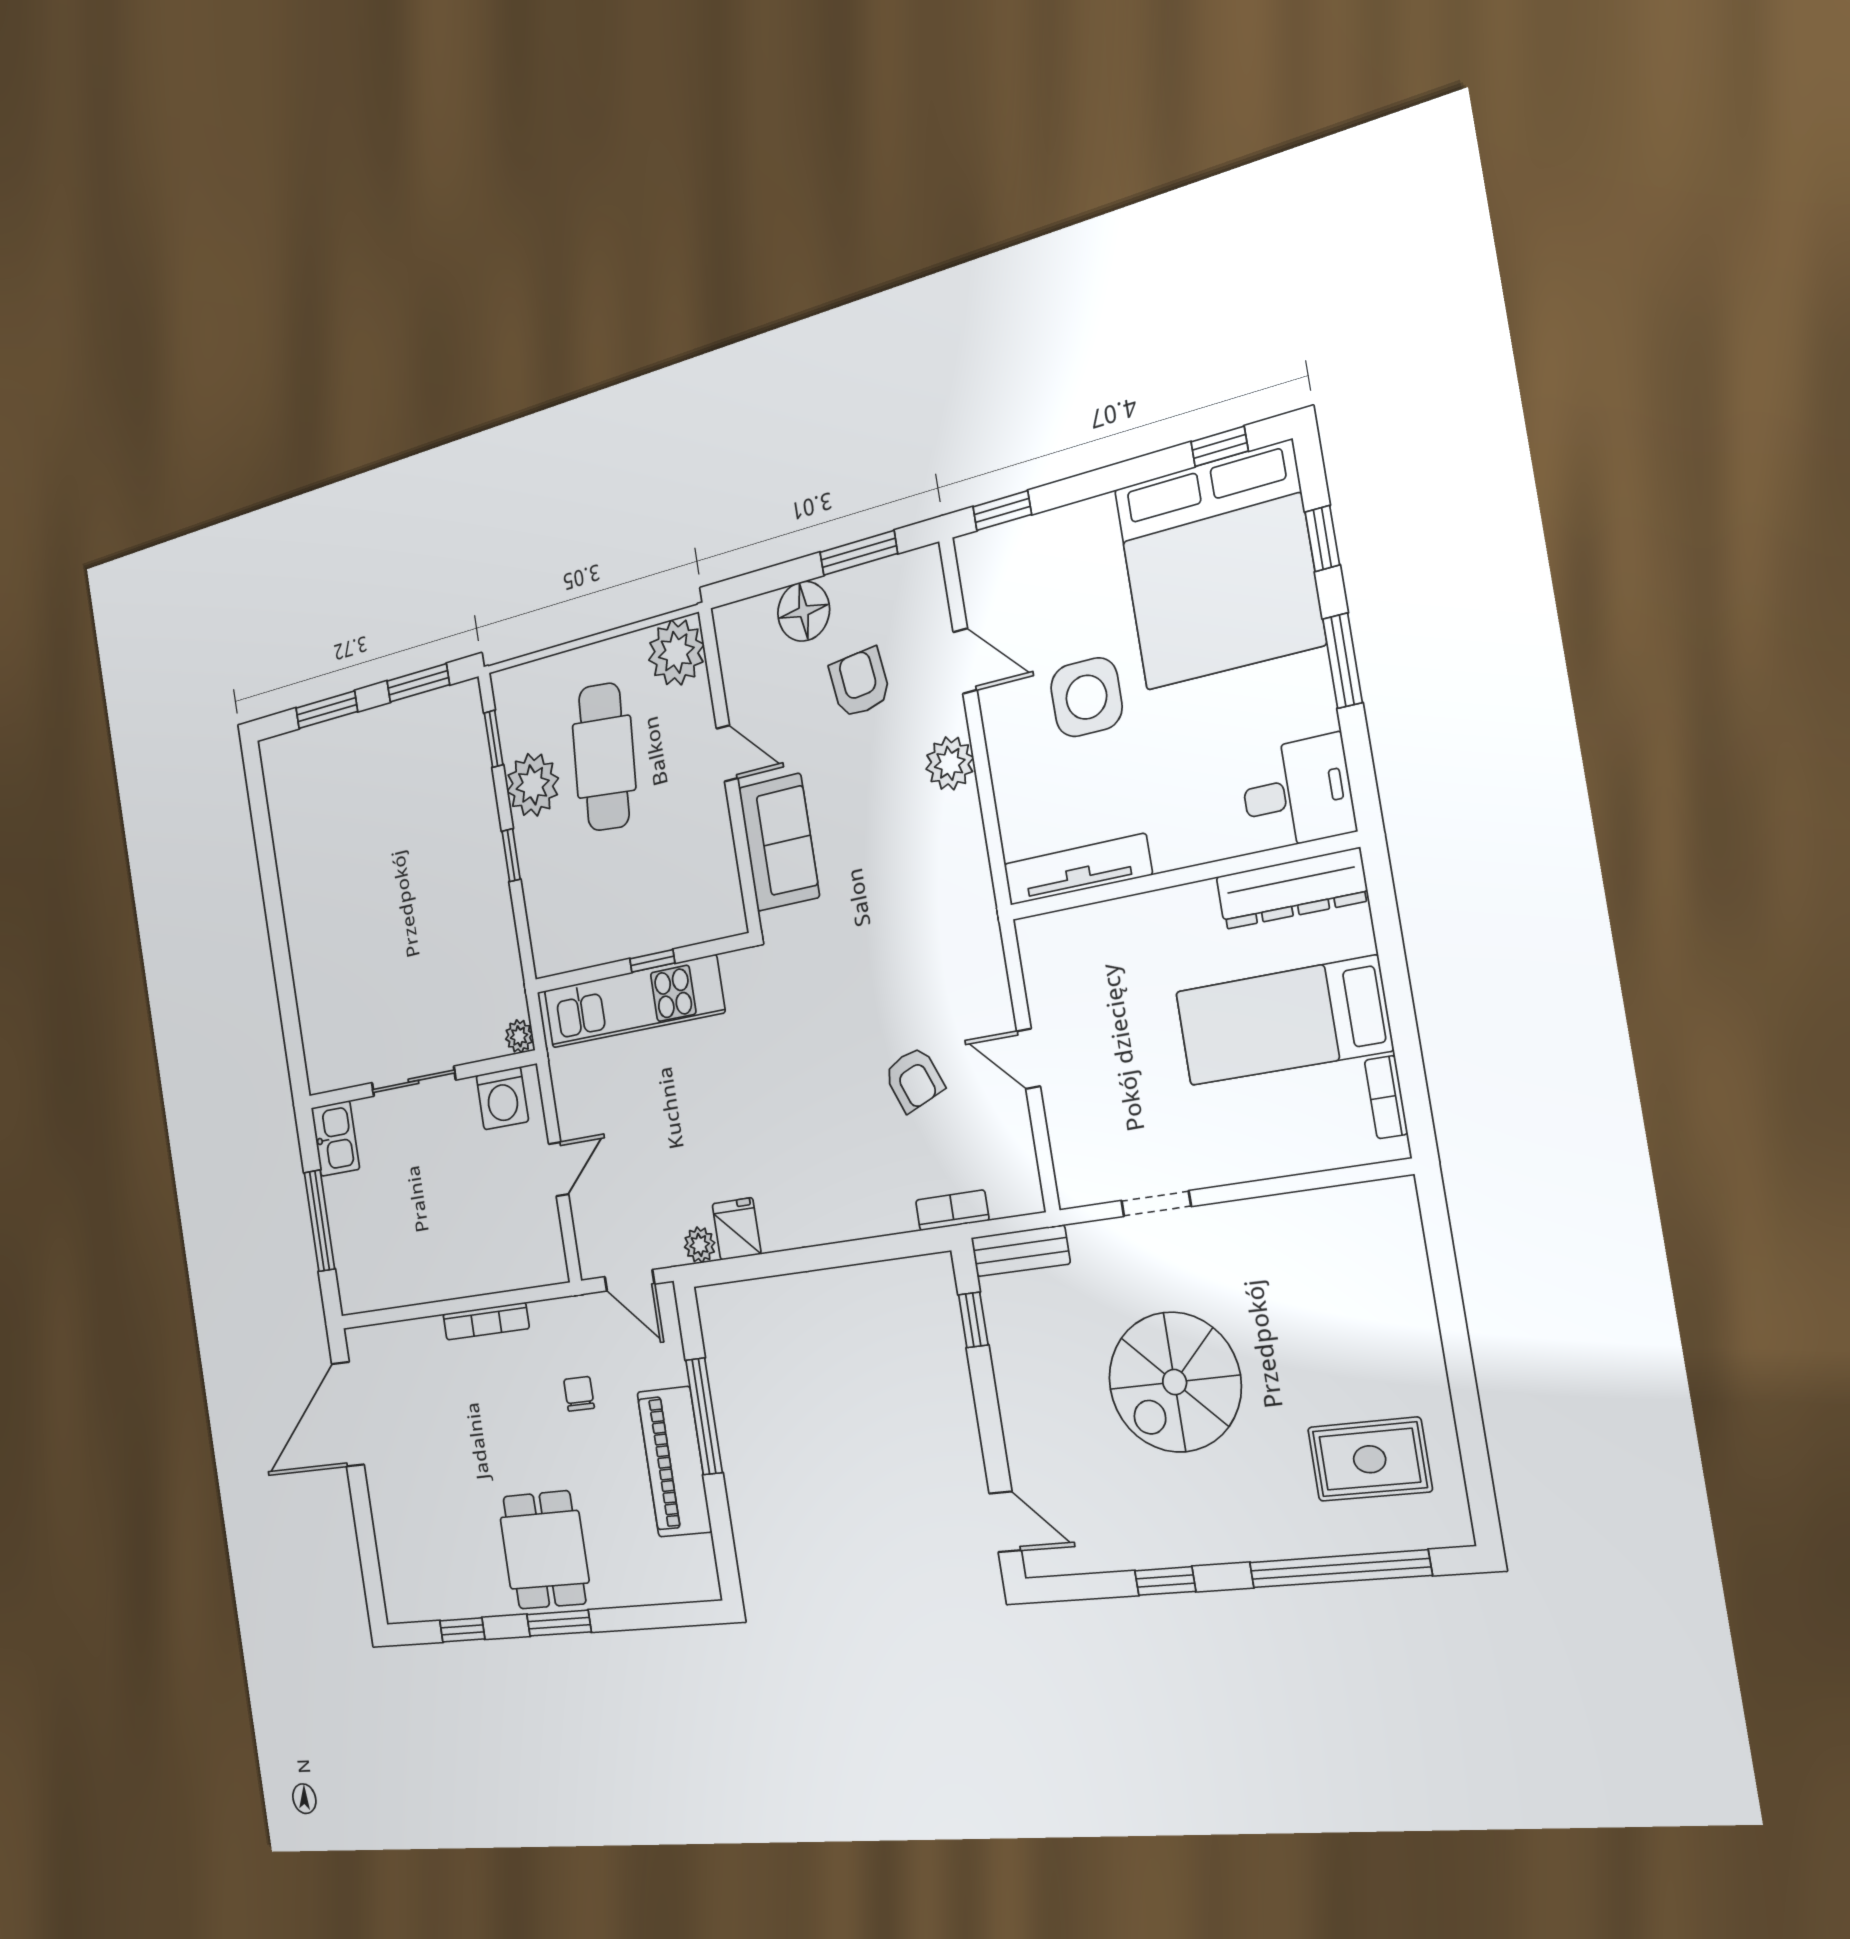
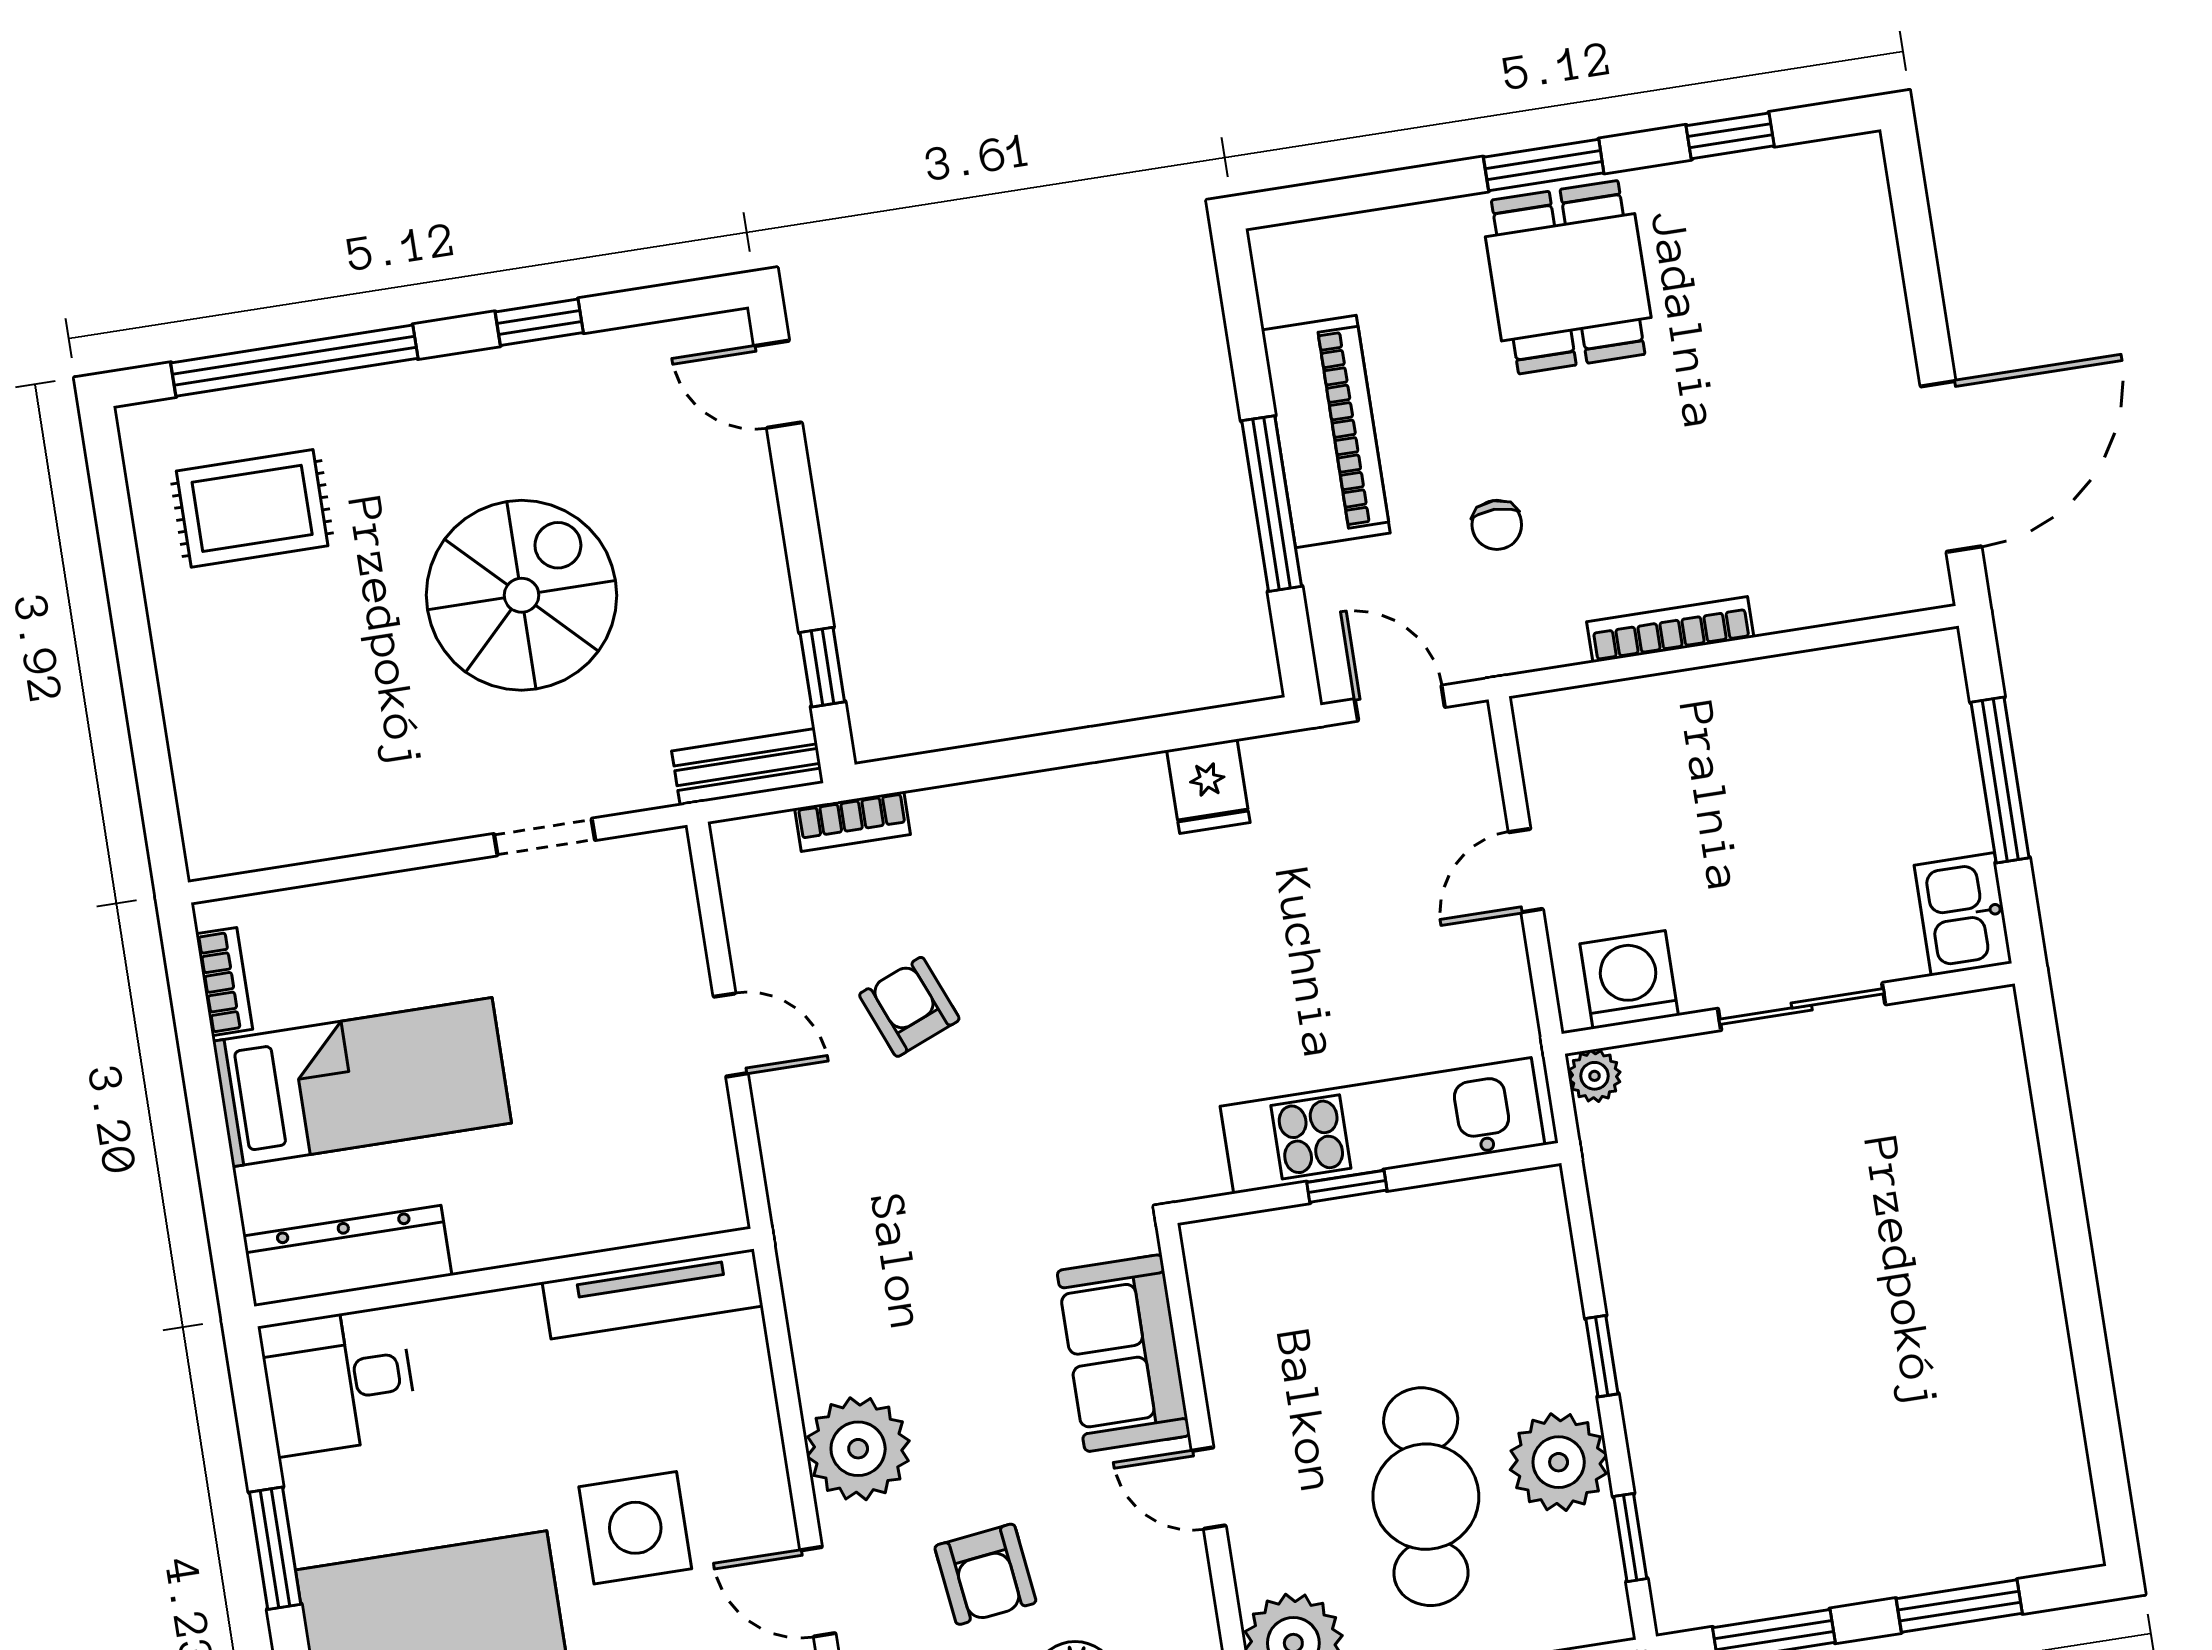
plant: (950, 763) -> (858, 1449), width x1.36, depth x1.36
plant: (700, 1245) -> (1273, 761), removed

